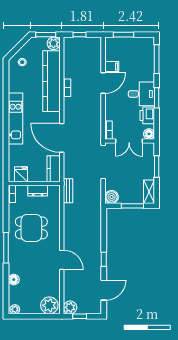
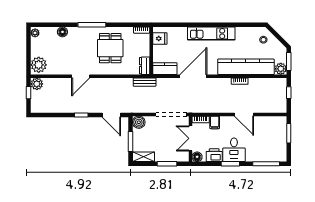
filing cabinet: (112, 67) -> (215, 122), moved
dresser: (38, 191) -> (145, 66), moved
door: (104, 290) -> (111, 115), moved

